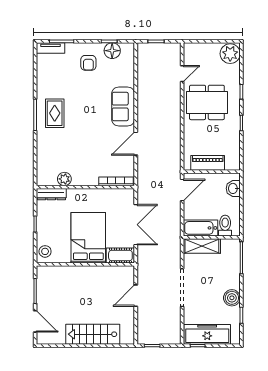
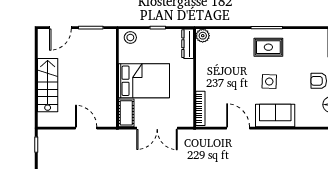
side table: (89, 112) -> (269, 82), added
plant: (64, 179) -> (203, 36), moved

